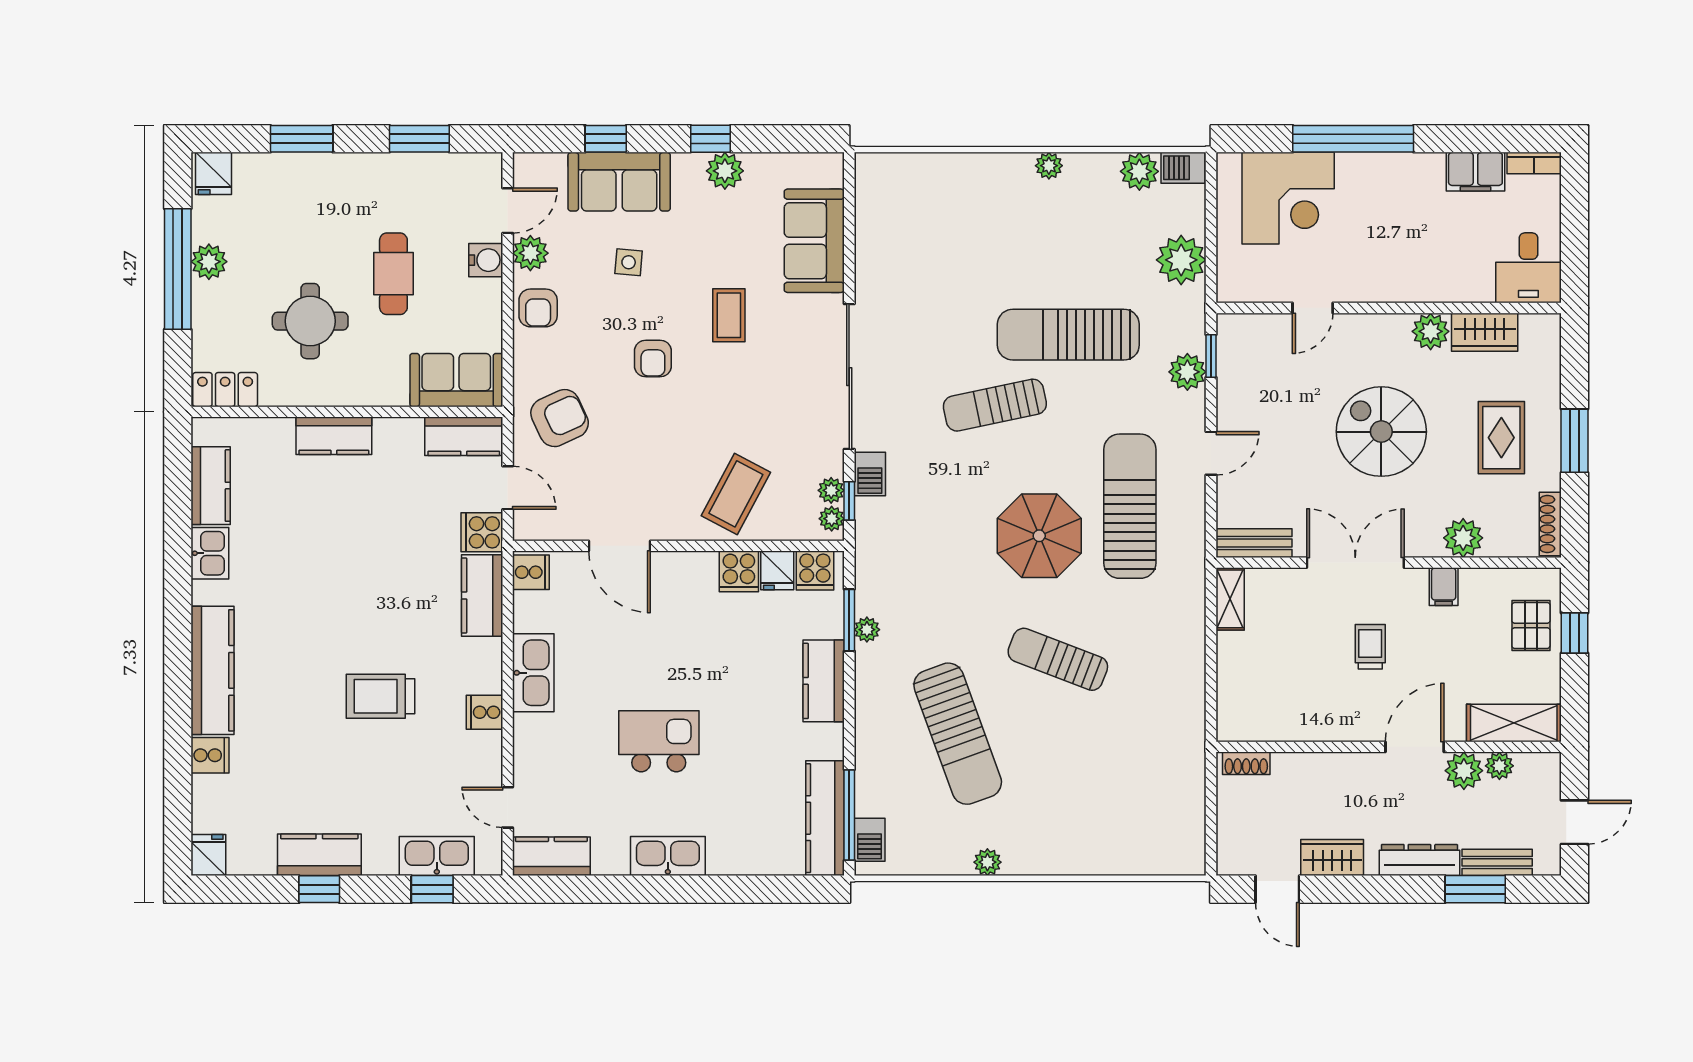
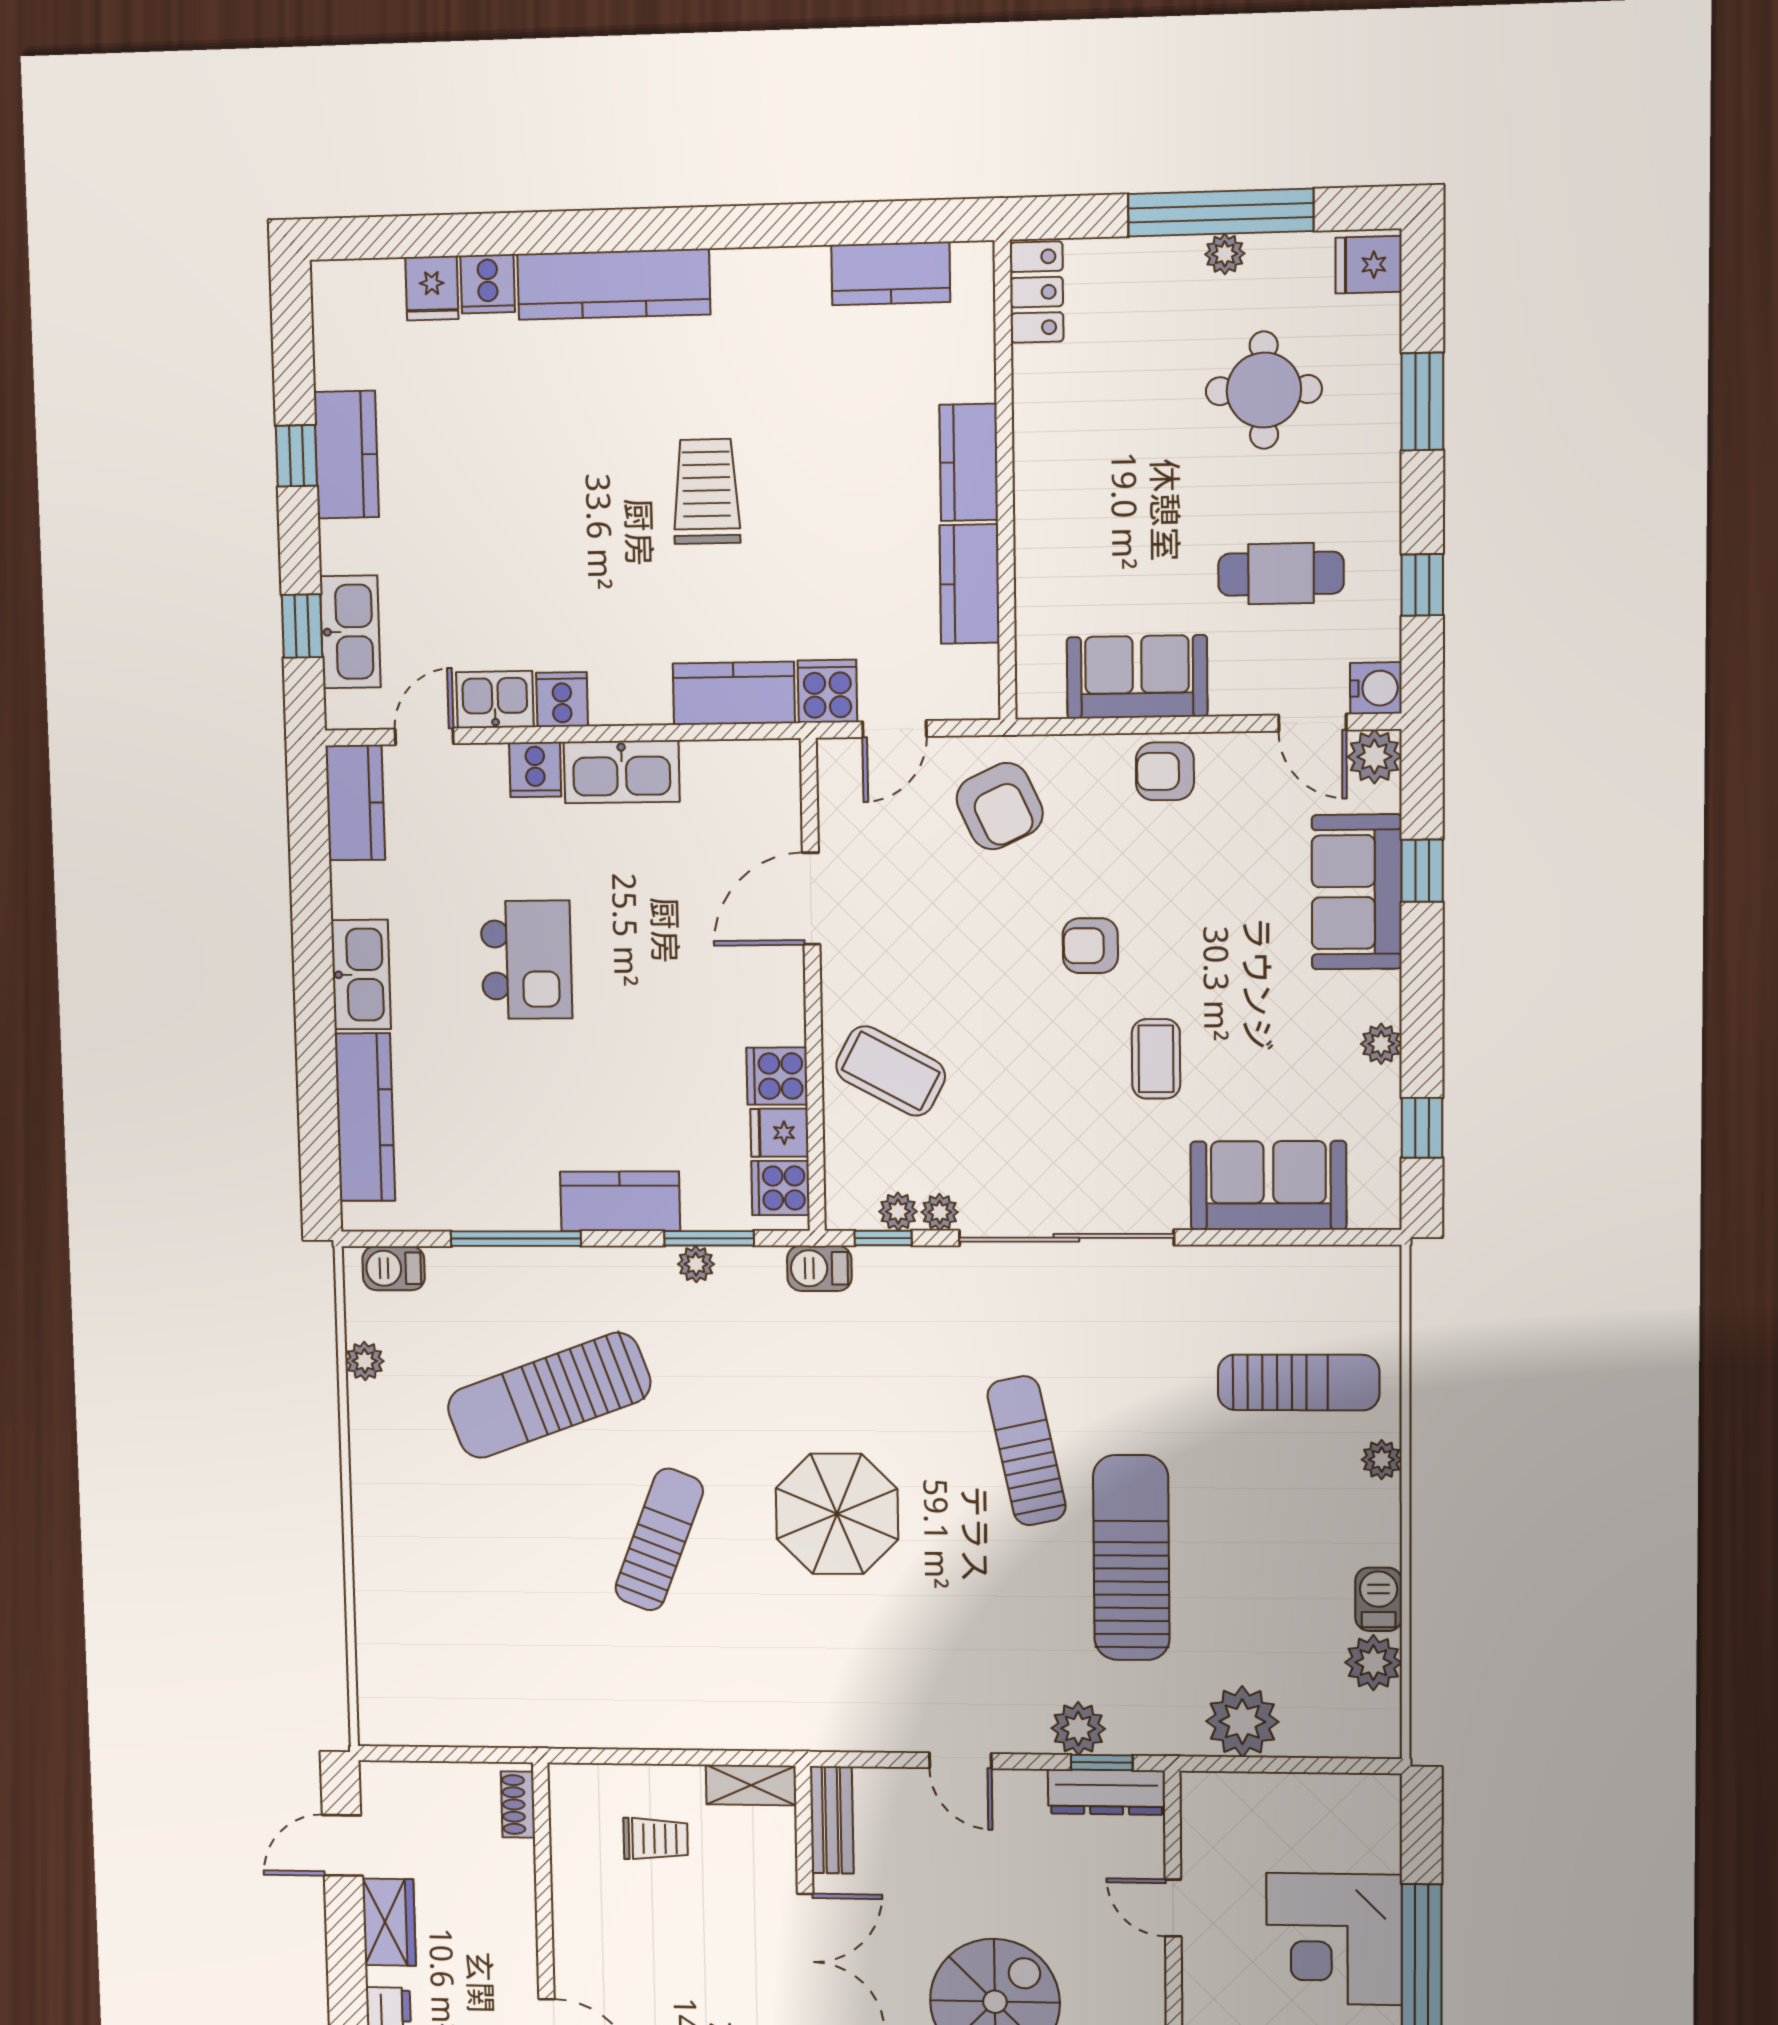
window: (419, 139) -> (1422, 585), width x0.67
window: (711, 139) -> (1422, 1128), moved
plant: (1049, 166) -> (1382, 1460), moved
barbecue: (1183, 168) -> (1379, 1599), moved
plant: (725, 171) -> (1381, 1044), width x0.73, depth x0.73
corner desk: (1288, 198) -> (1334, 1939), moved
plant: (530, 253) -> (1374, 757), moved
water cooler: (486, 260) -> (1376, 688), moved, turned -90
plant: (209, 262) -> (1225, 254), width x0.73, depth x0.73
side table: (629, 262) -> (1235, 908), removed
cafe table: (393, 274) -> (1281, 574), moved
coffee table: (729, 315) -> (1156, 1059), turned 90
round table: (310, 321) -> (1264, 390), moved
dresser: (1232, 353) -> (1106, 1792), added
sofa: (456, 380) -> (1137, 677), moved, turned -90
kitchen counter: (464, 436) -> (970, 584), moved
barbecue: (870, 474) -> (819, 1268), moved
sun lounger: (1130, 506) -> (1299, 1382), moved, width x0.73, depth x0.75
plant: (832, 519) -> (940, 1212), moved
kitchen sink: (210, 553) -> (495, 700), moved, turned 180
cooker: (531, 572) -> (535, 770), moved
trolley: (1370, 647) -> (656, 1839), moved
trolley: (380, 696) -> (706, 491), moved
window: (849, 815) -> (516, 1239), moved
kitchen counter: (825, 818) -> (365, 1117), moved, turned 90
fridge: (208, 855) -> (432, 288), moved, turned 90
plant: (987, 862) -> (365, 1361), moved

